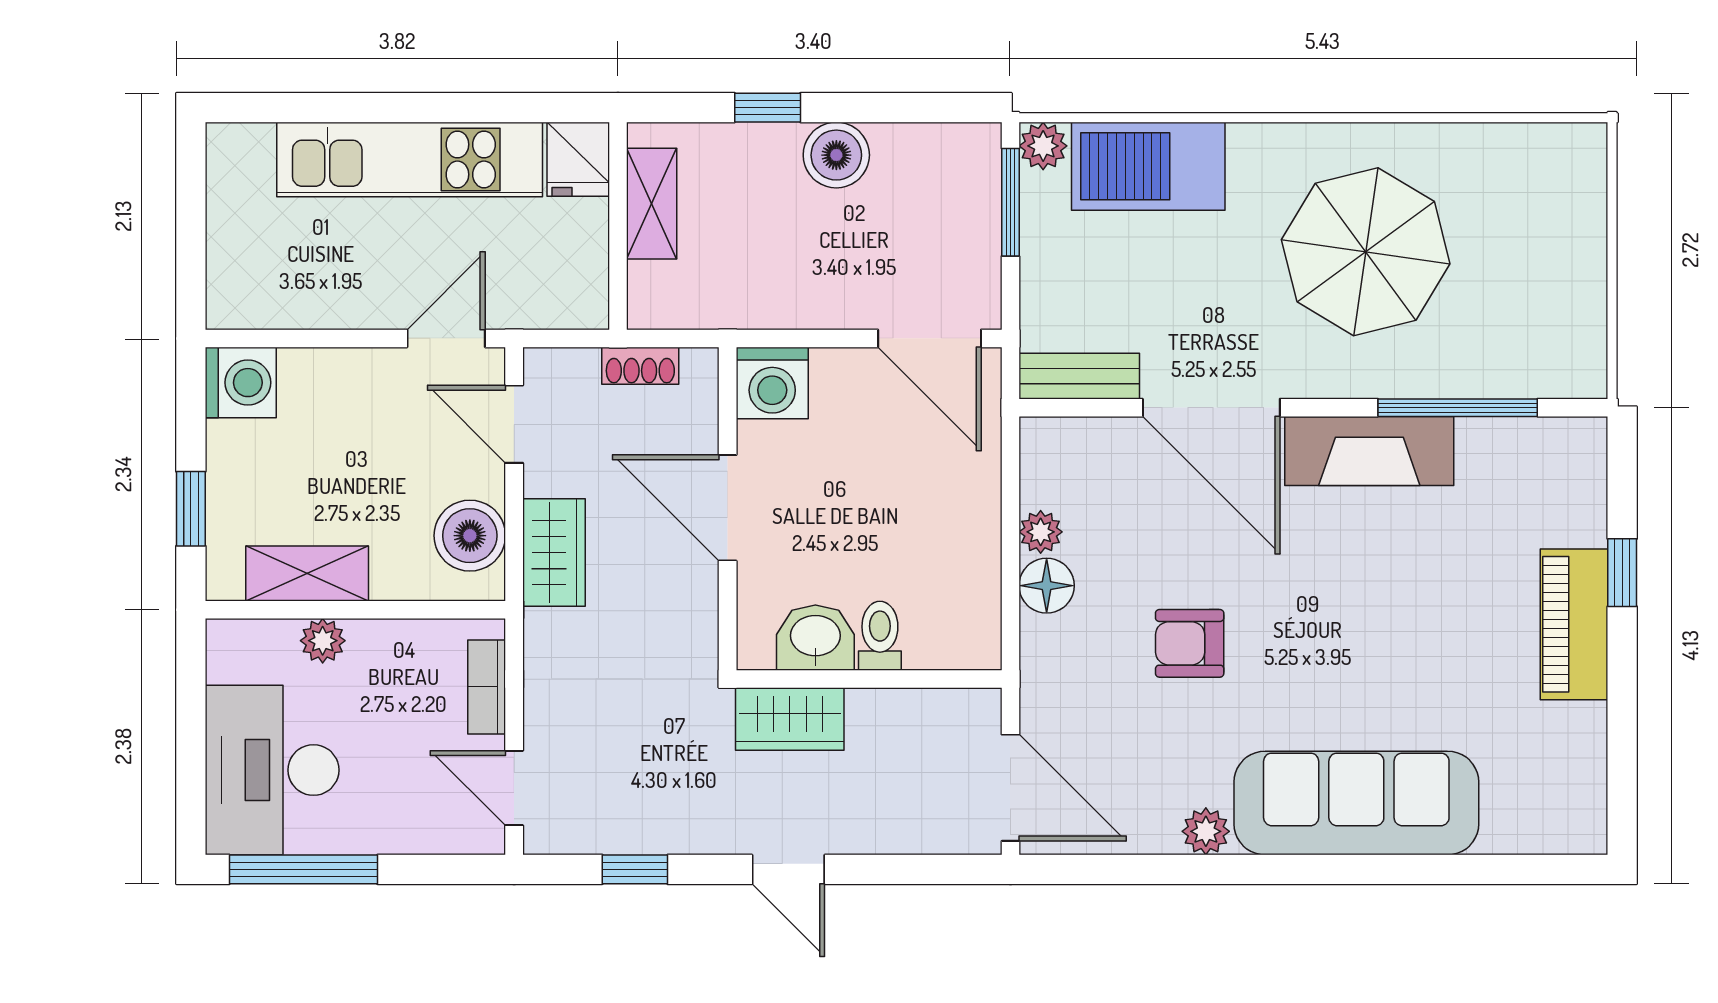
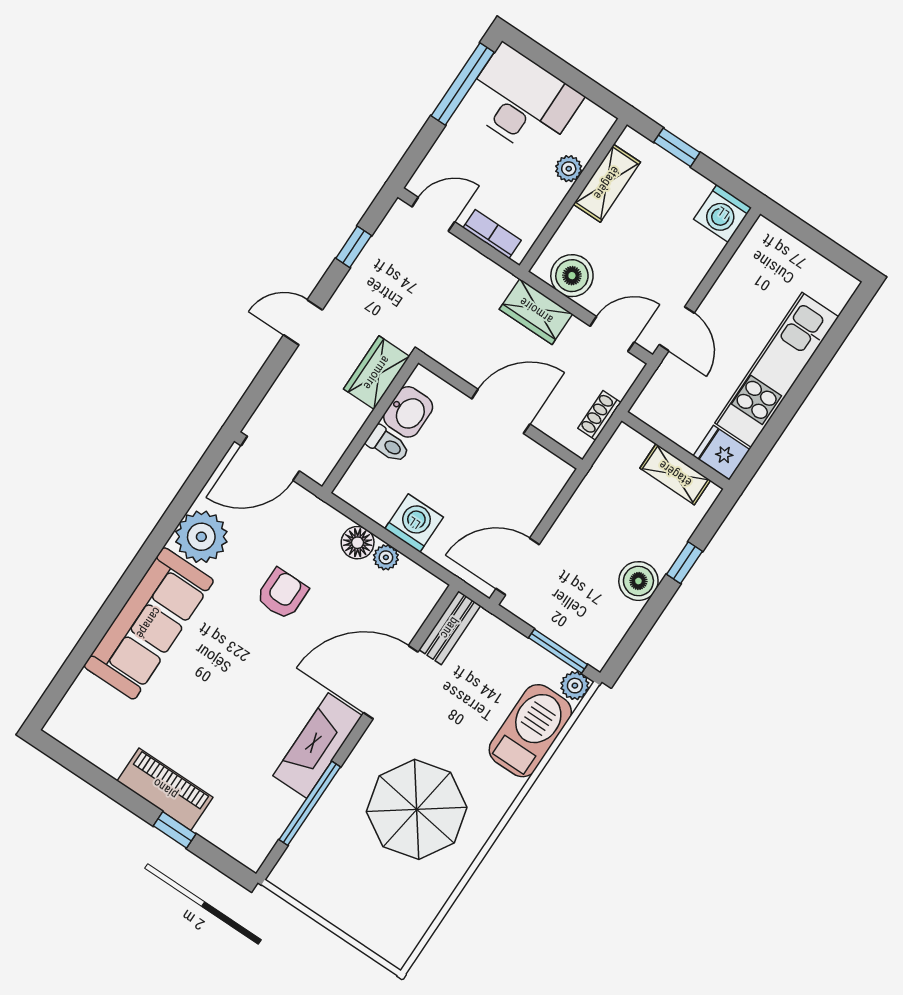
washing machine: (772, 383) -> (414, 523), moved, turned 90
plant: (1206, 831) -> (201, 537), width x1.87, depth x1.87

